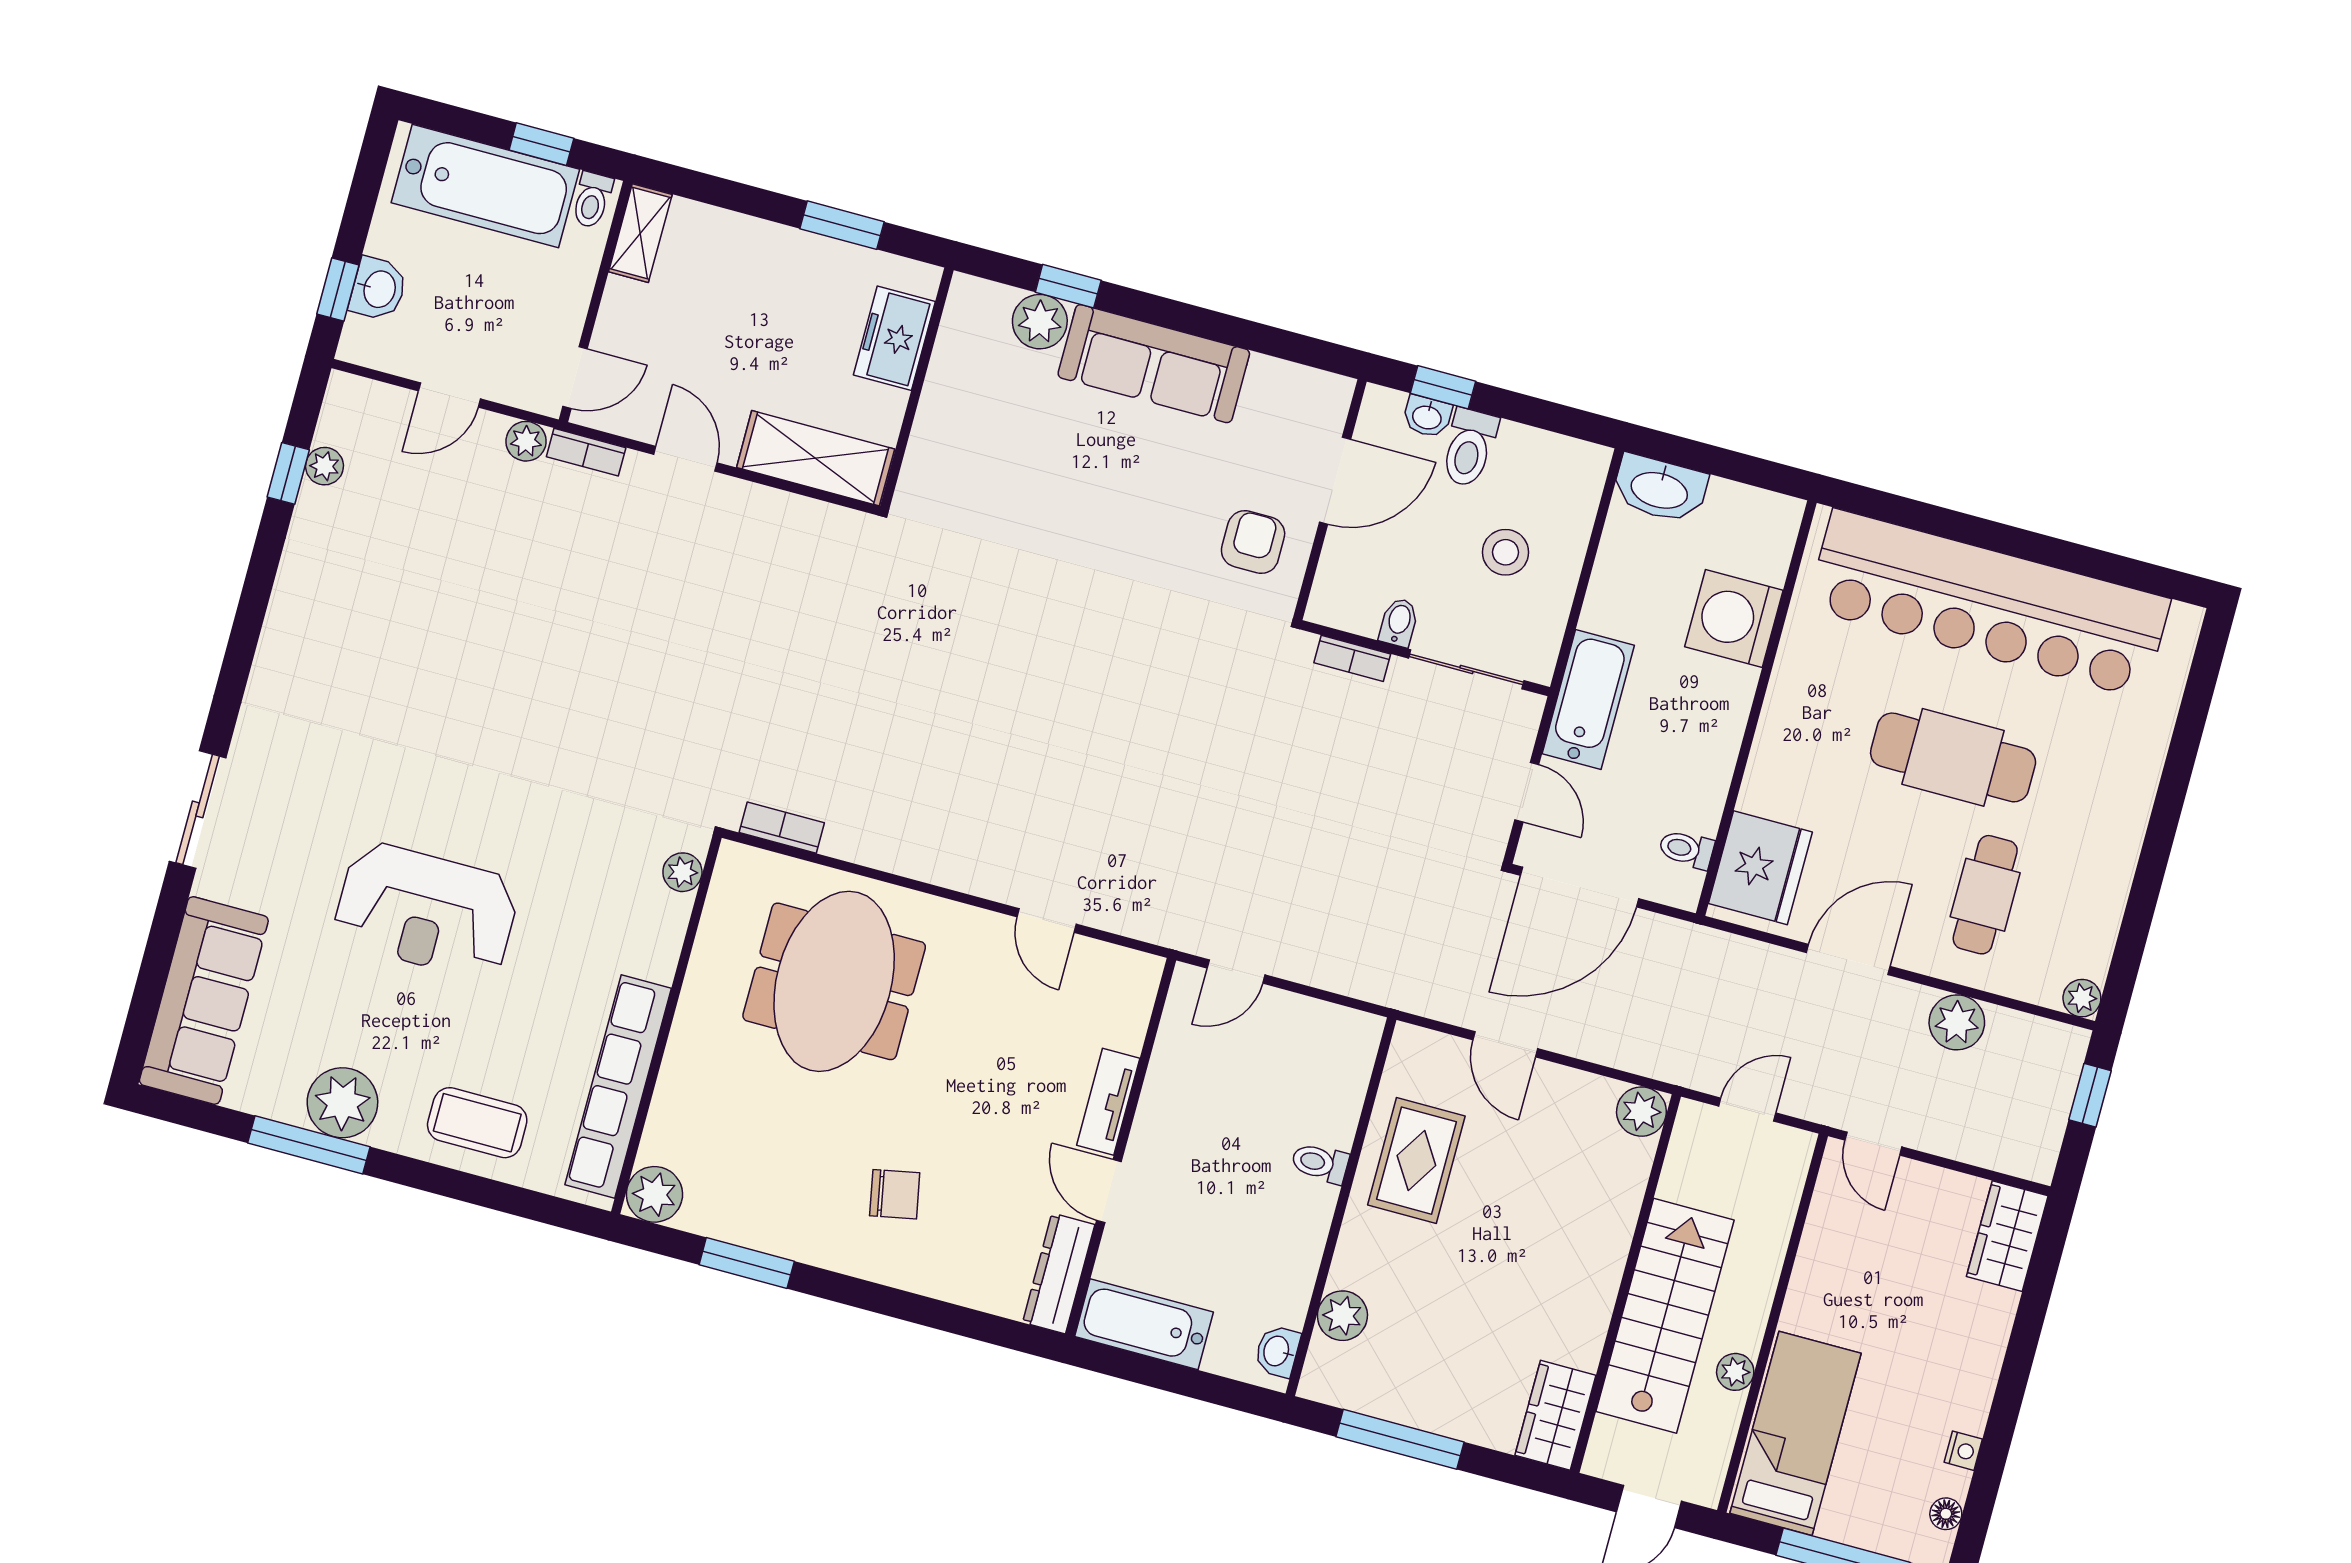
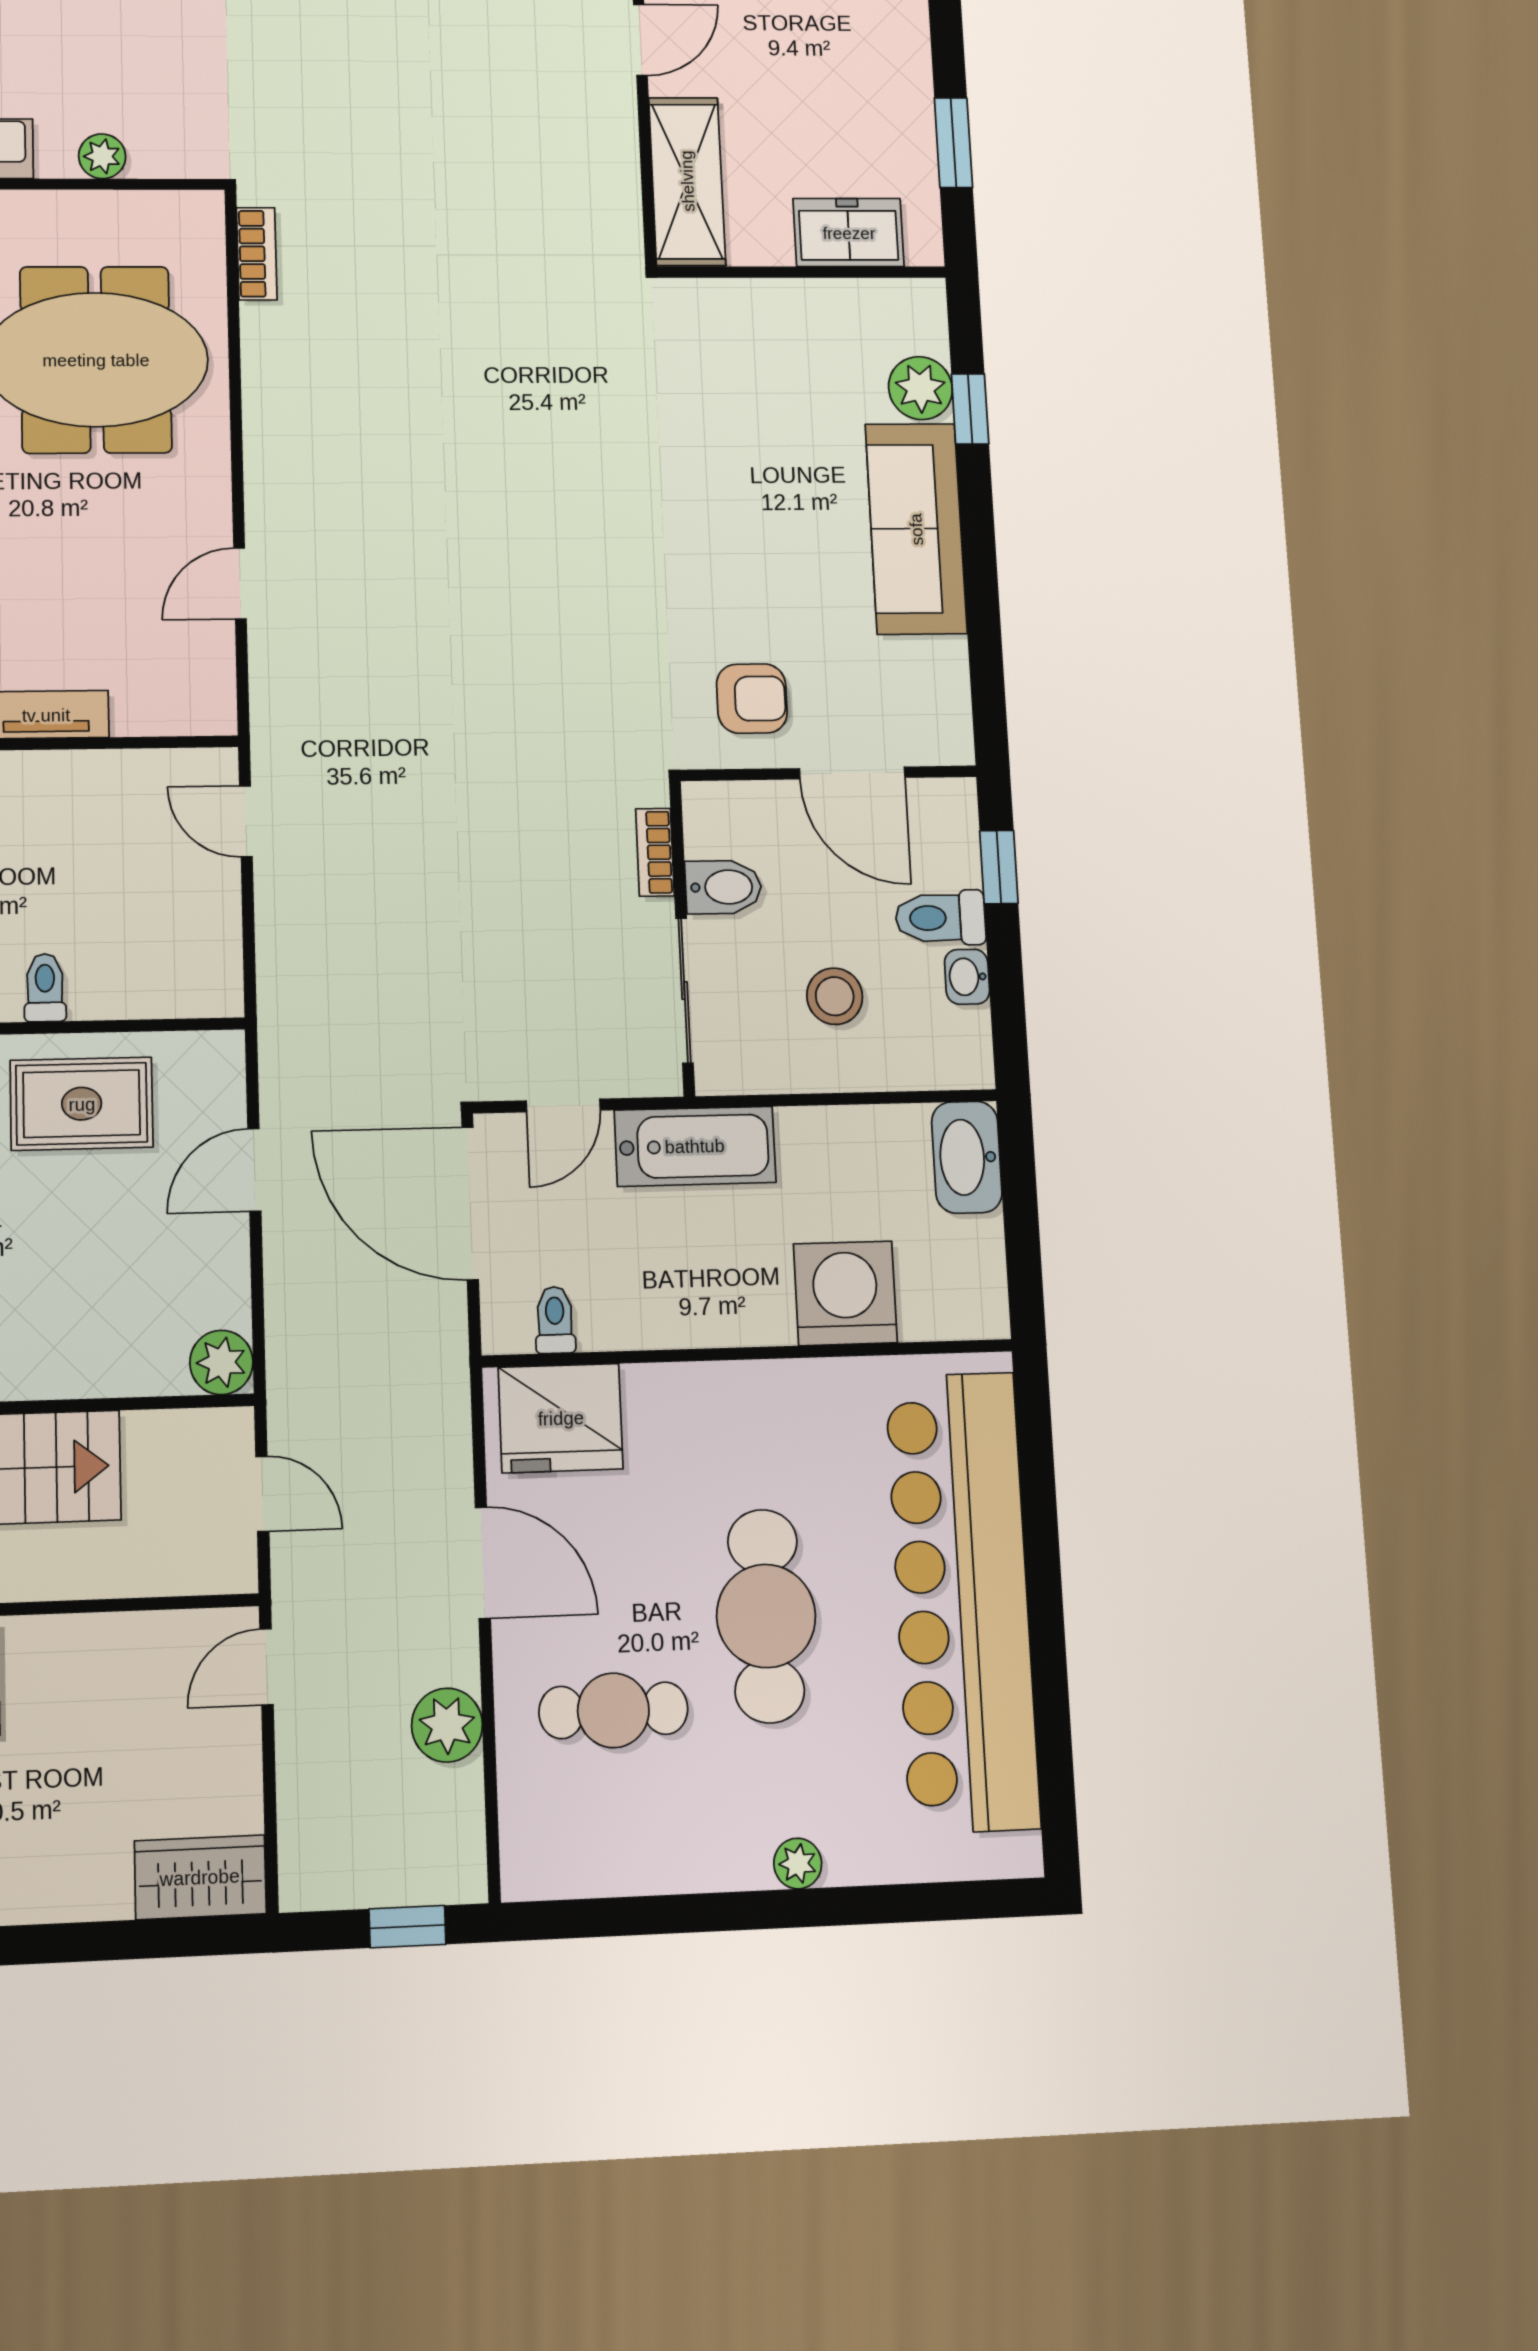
washbasin: (1427, 416) -> (967, 977), moved
bidet: (1399, 622) -> (723, 887), width x1.38, depth x1.36
plant: (682, 872) -> (102, 156), moved
plant: (2082, 998) -> (798, 1864), moved

